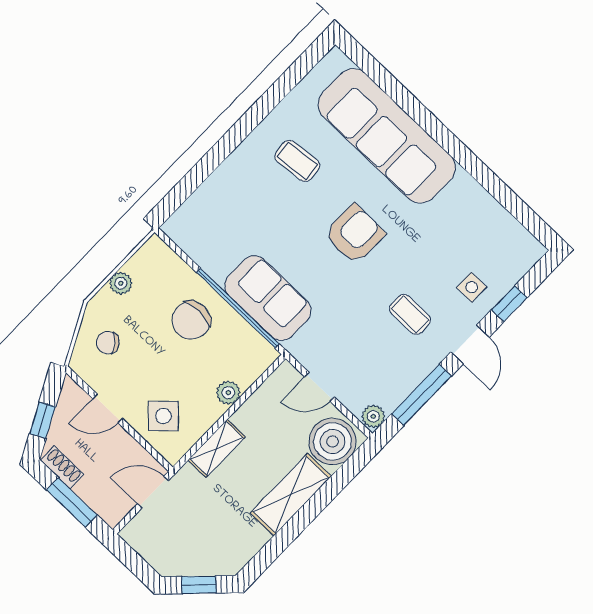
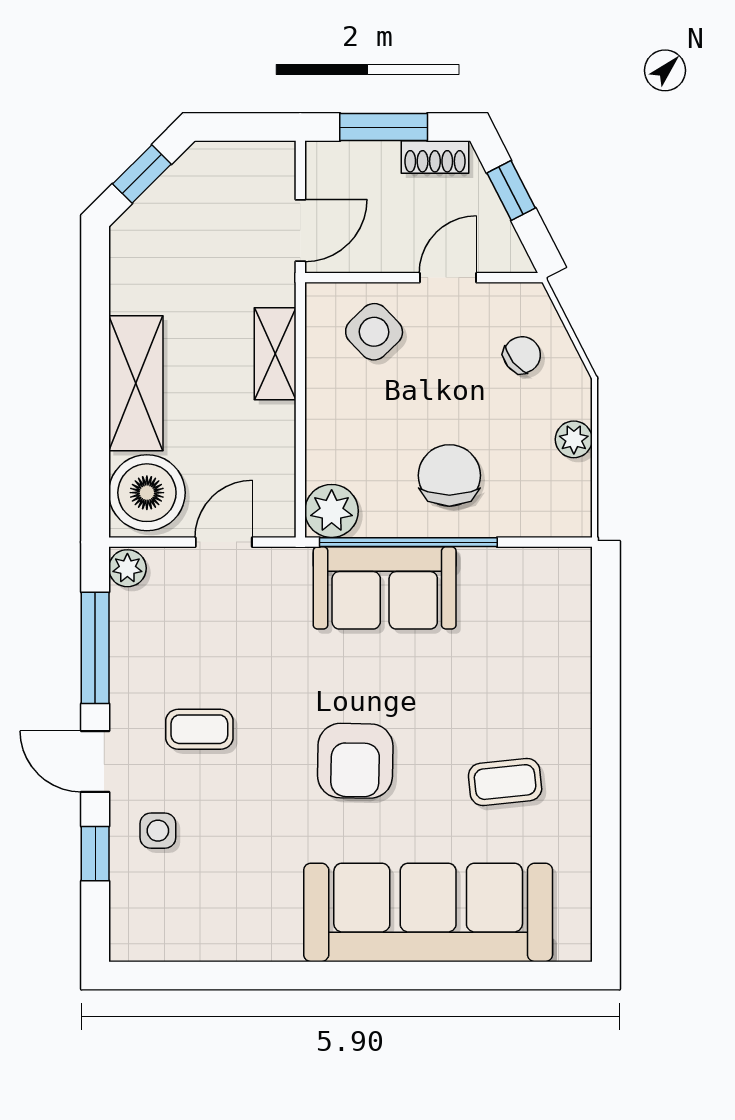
plant: (228, 393) -> (332, 511), moved, width x1.38, depth x1.38

